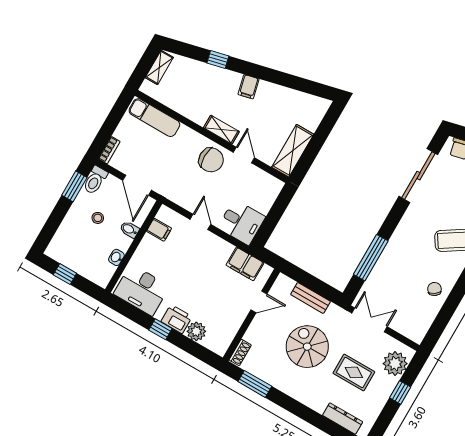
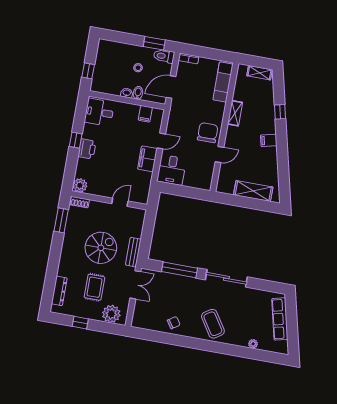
shelving: (221, 130) -> (235, 113), moved
shelving: (293, 151) -> (253, 191), moved
chair: (211, 160) -> (208, 133), turned 180
sliding door: (418, 176) -> (226, 278), moved
washbasin: (116, 257) -> (127, 93), moved
filing cabinet: (245, 264) -> (147, 159), moved
window: (65, 274) -> (88, 71), moved
desk: (142, 290) -> (99, 112), width x0.73
bench: (310, 298) -> (133, 252), moved
door: (259, 302) -> (120, 202), swing flipped
plant: (196, 331) -> (80, 185), moved
window: (400, 392) -> (80, 323), moved

